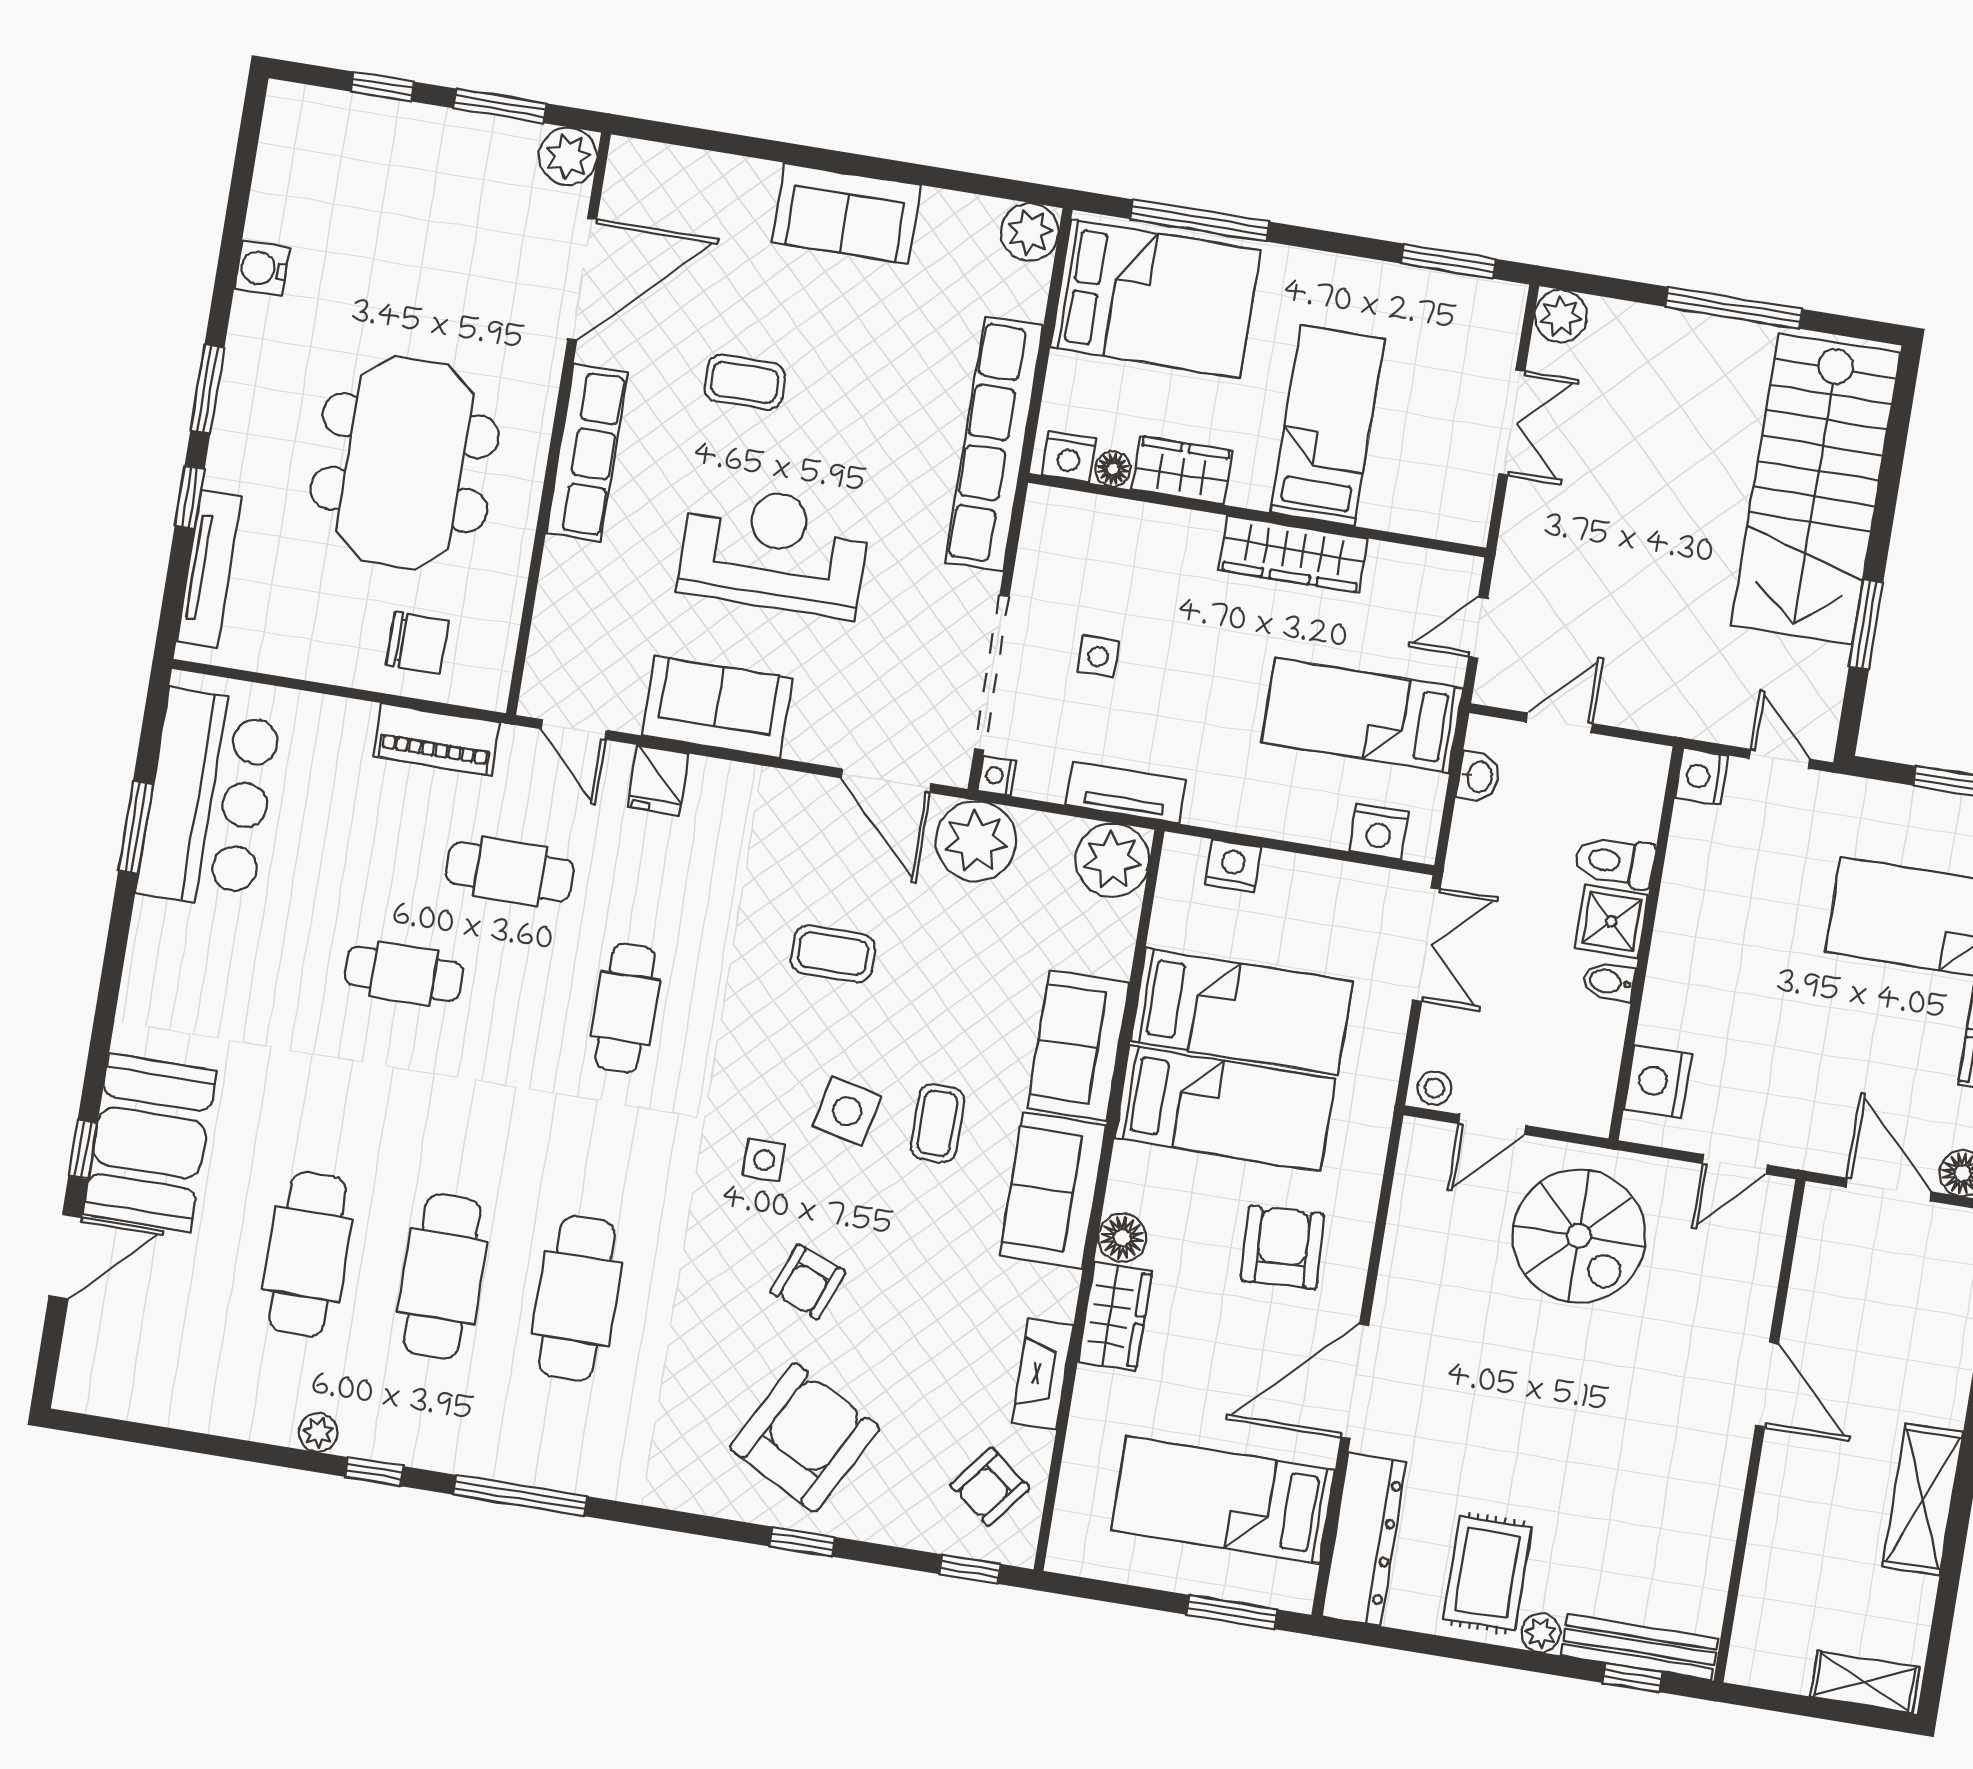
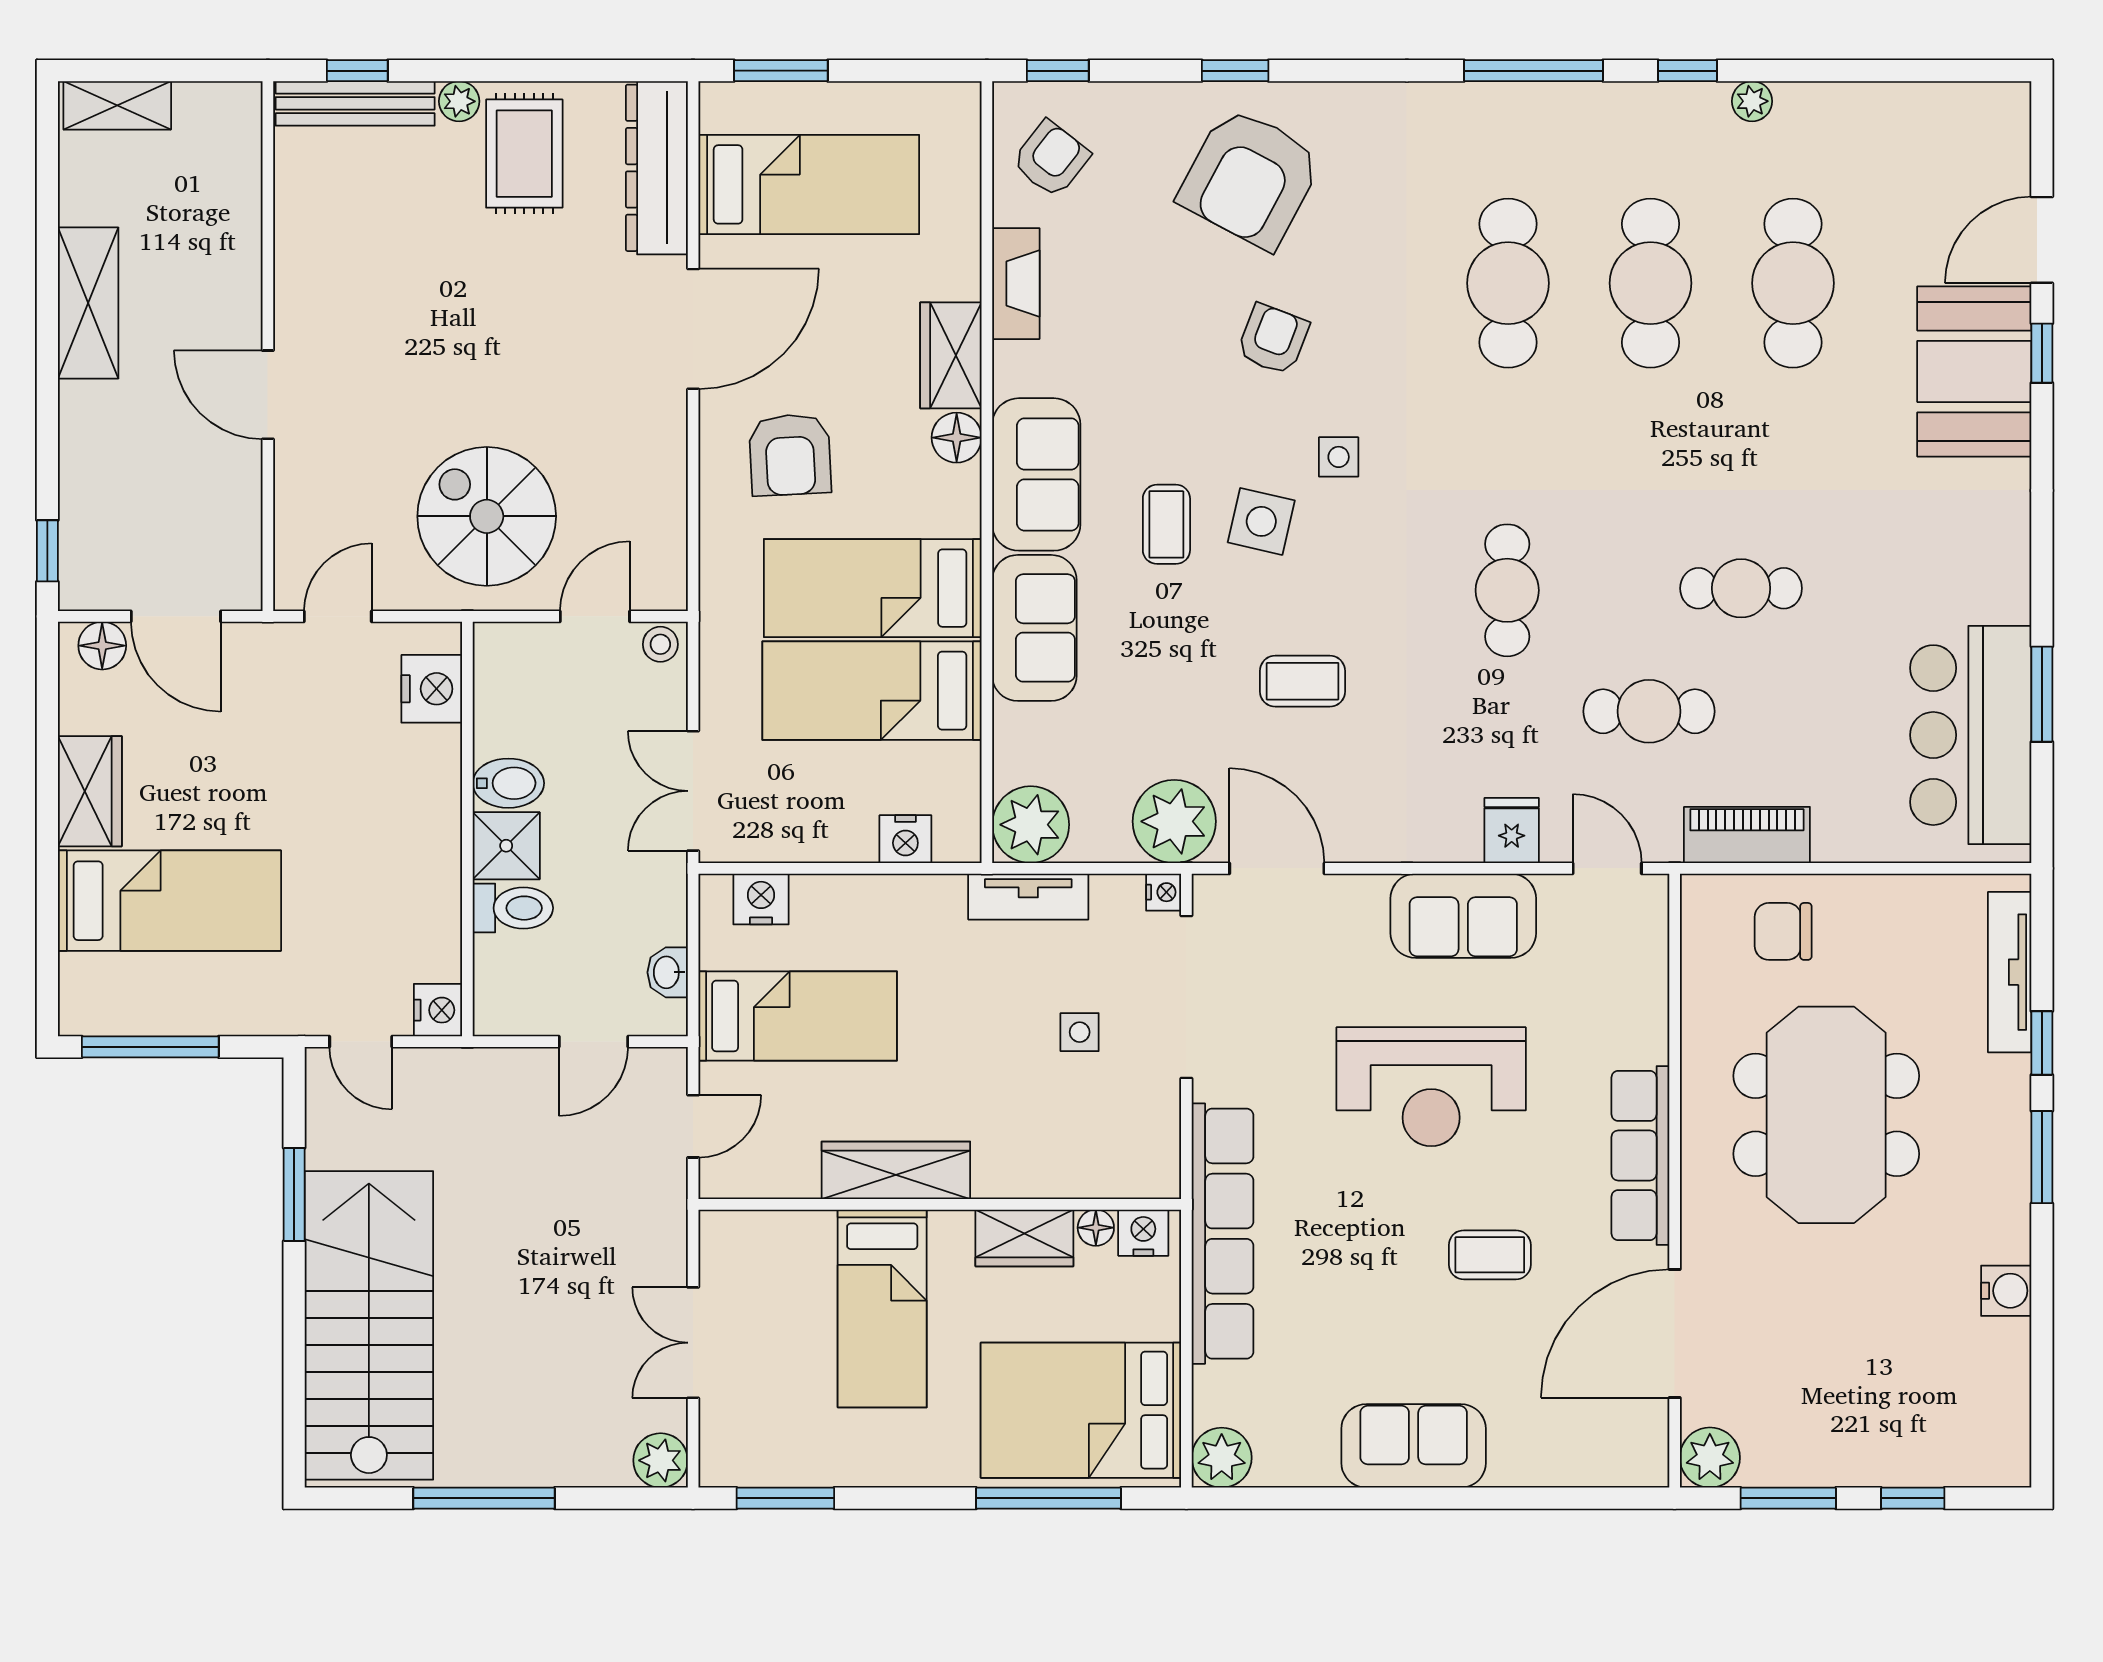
bidet: (1609, 982) -> (508, 783), width x1.38, depth x1.36

